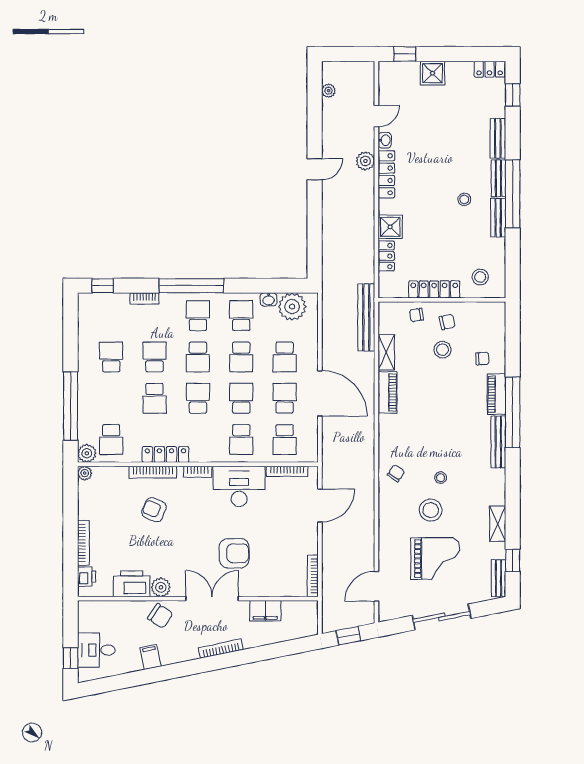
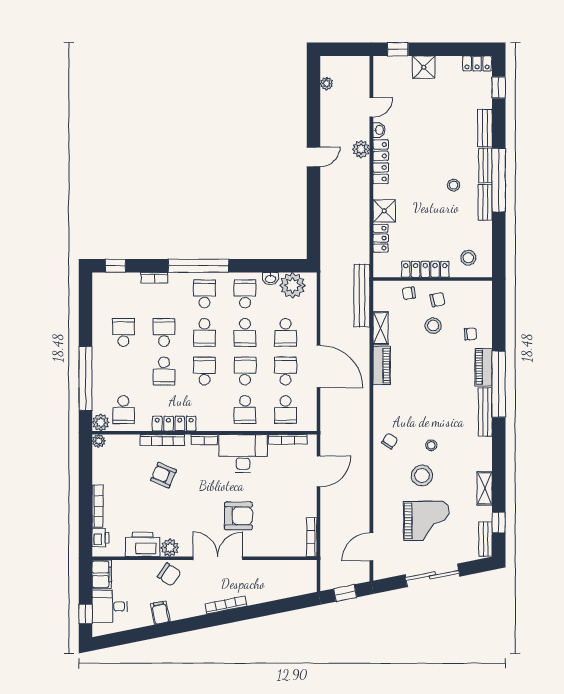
filing cabinet: (265, 611) -> (102, 574), moved, turned -90

